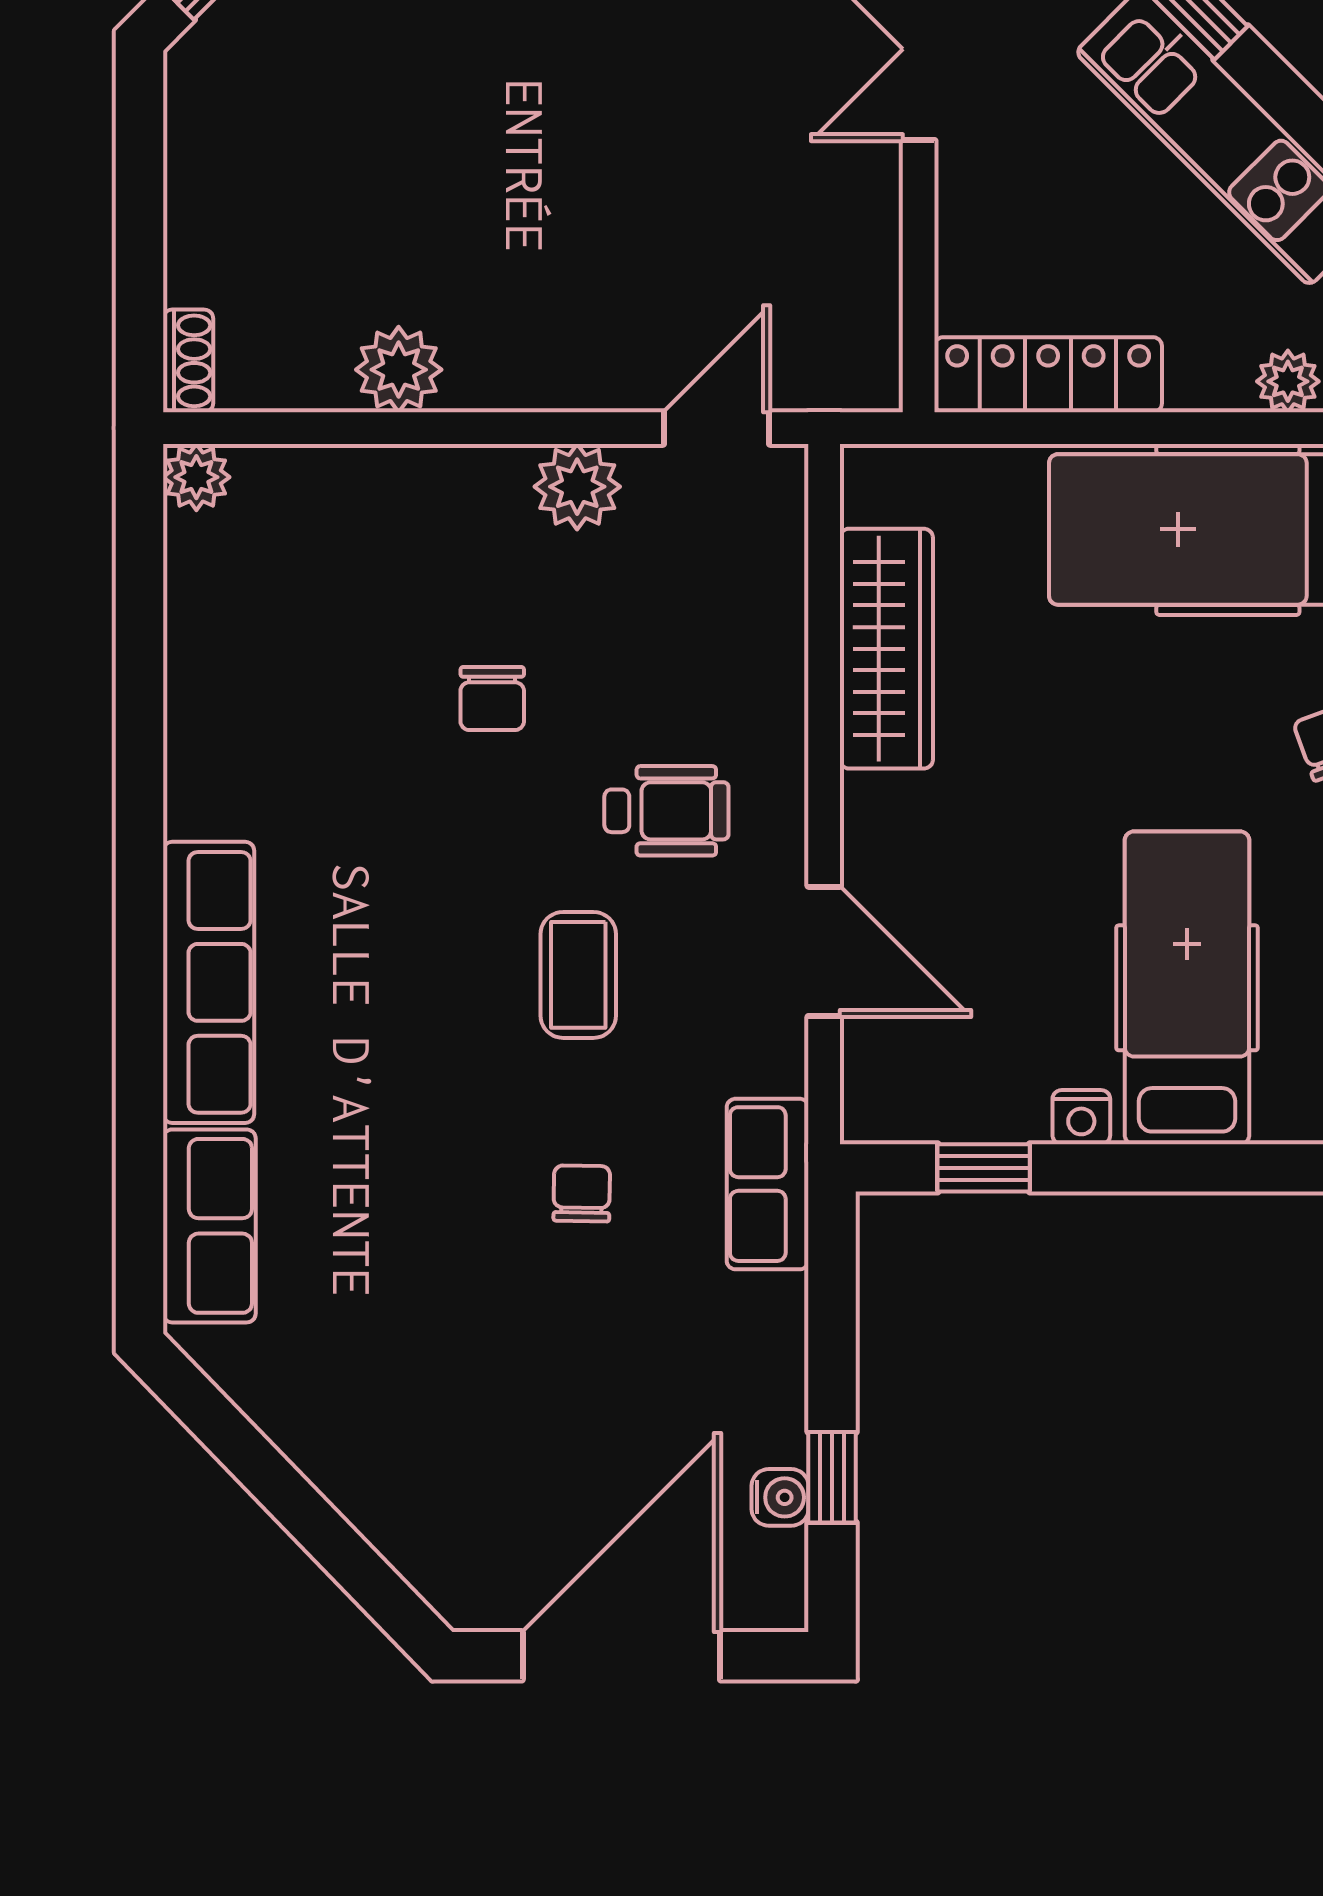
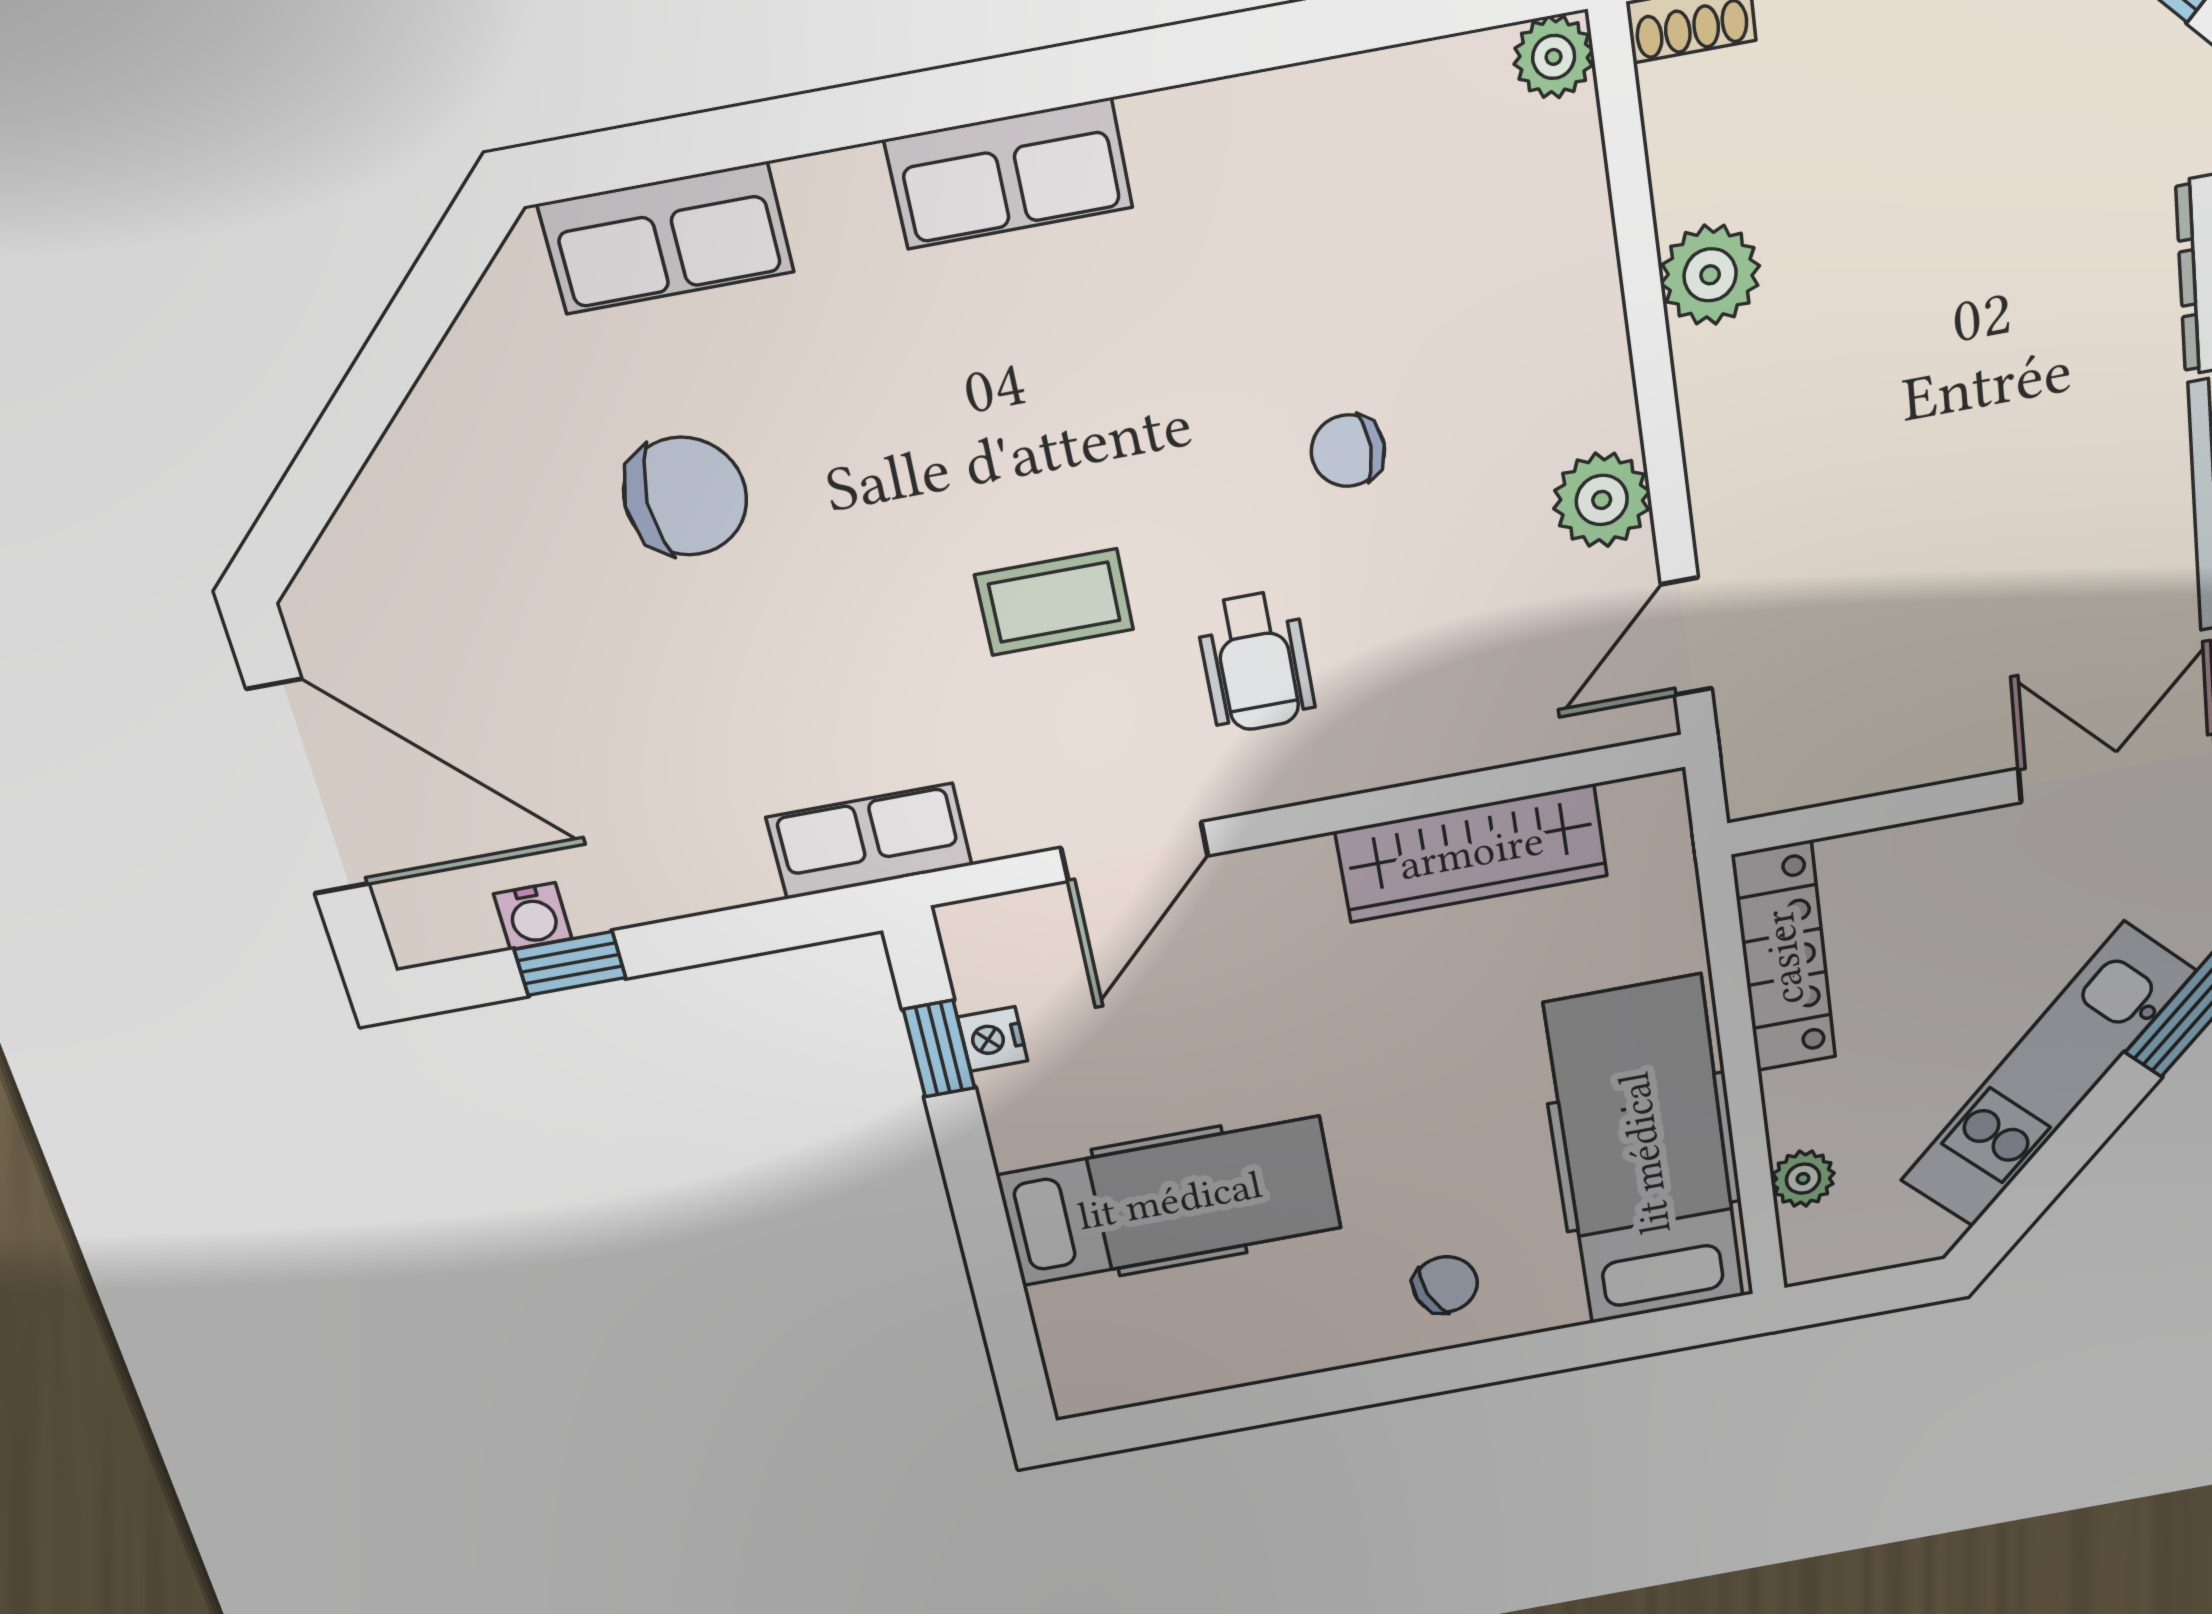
door: (716, 428) -> (1686, 637), swing flipped
row of seats: (209, 982) -> (1009, 174), width x0.68
nightstand: (1081, 1117) -> (993, 1039), moved
chair: (582, 1193) -> (685, 496), moved, width x1.87, depth x1.87

